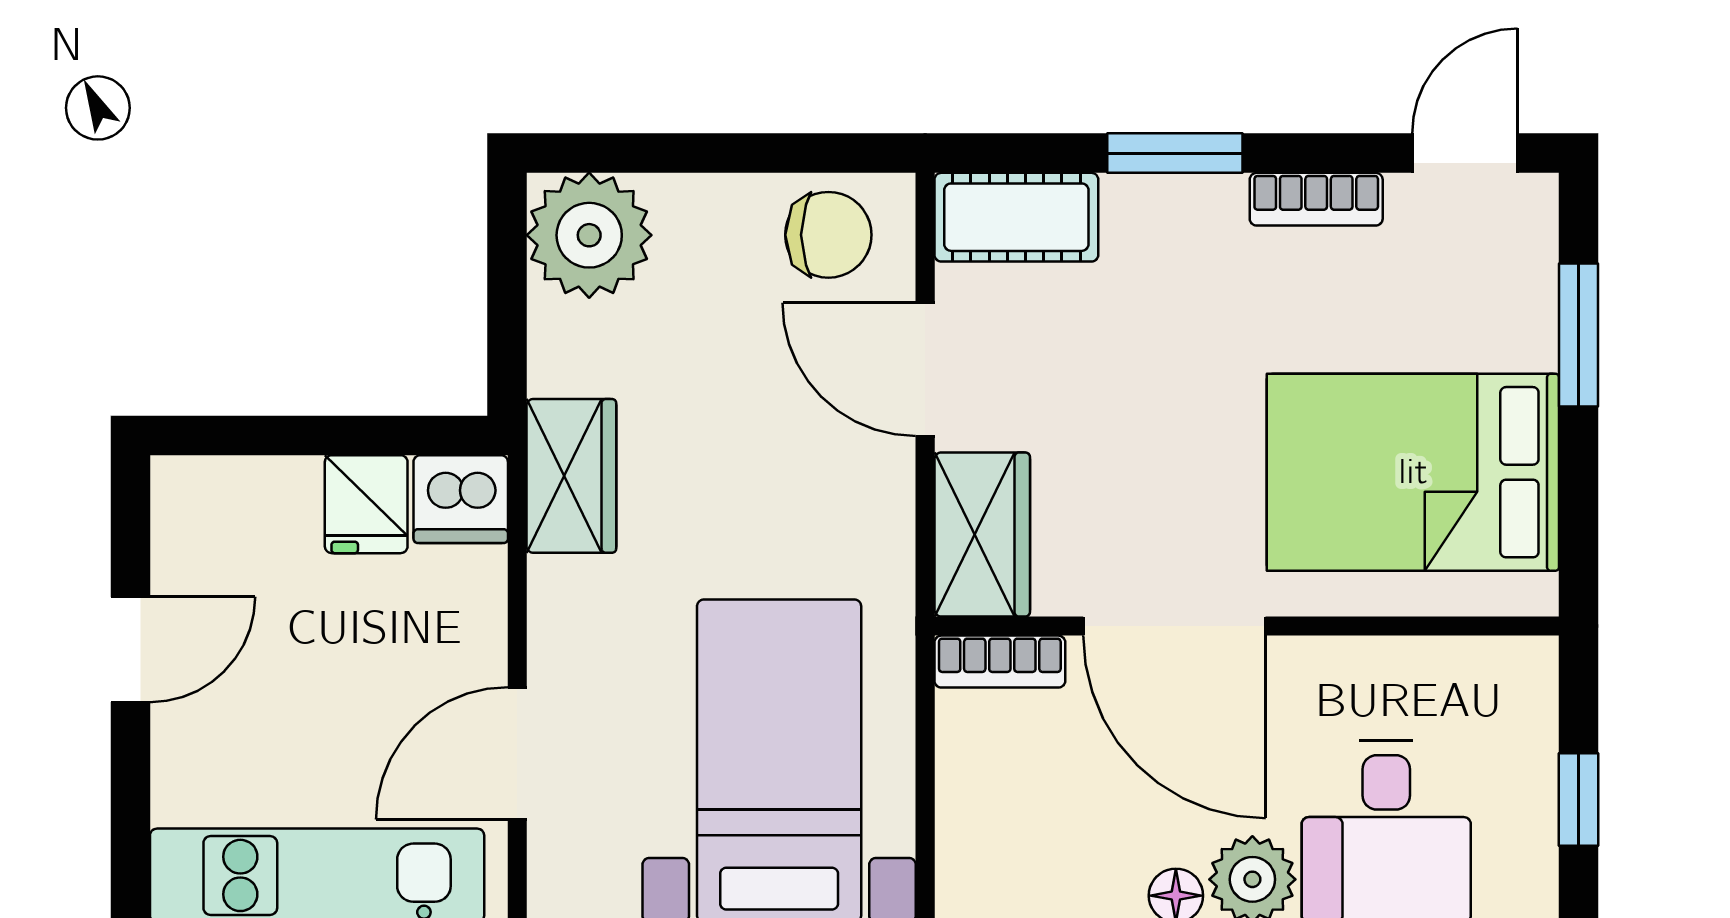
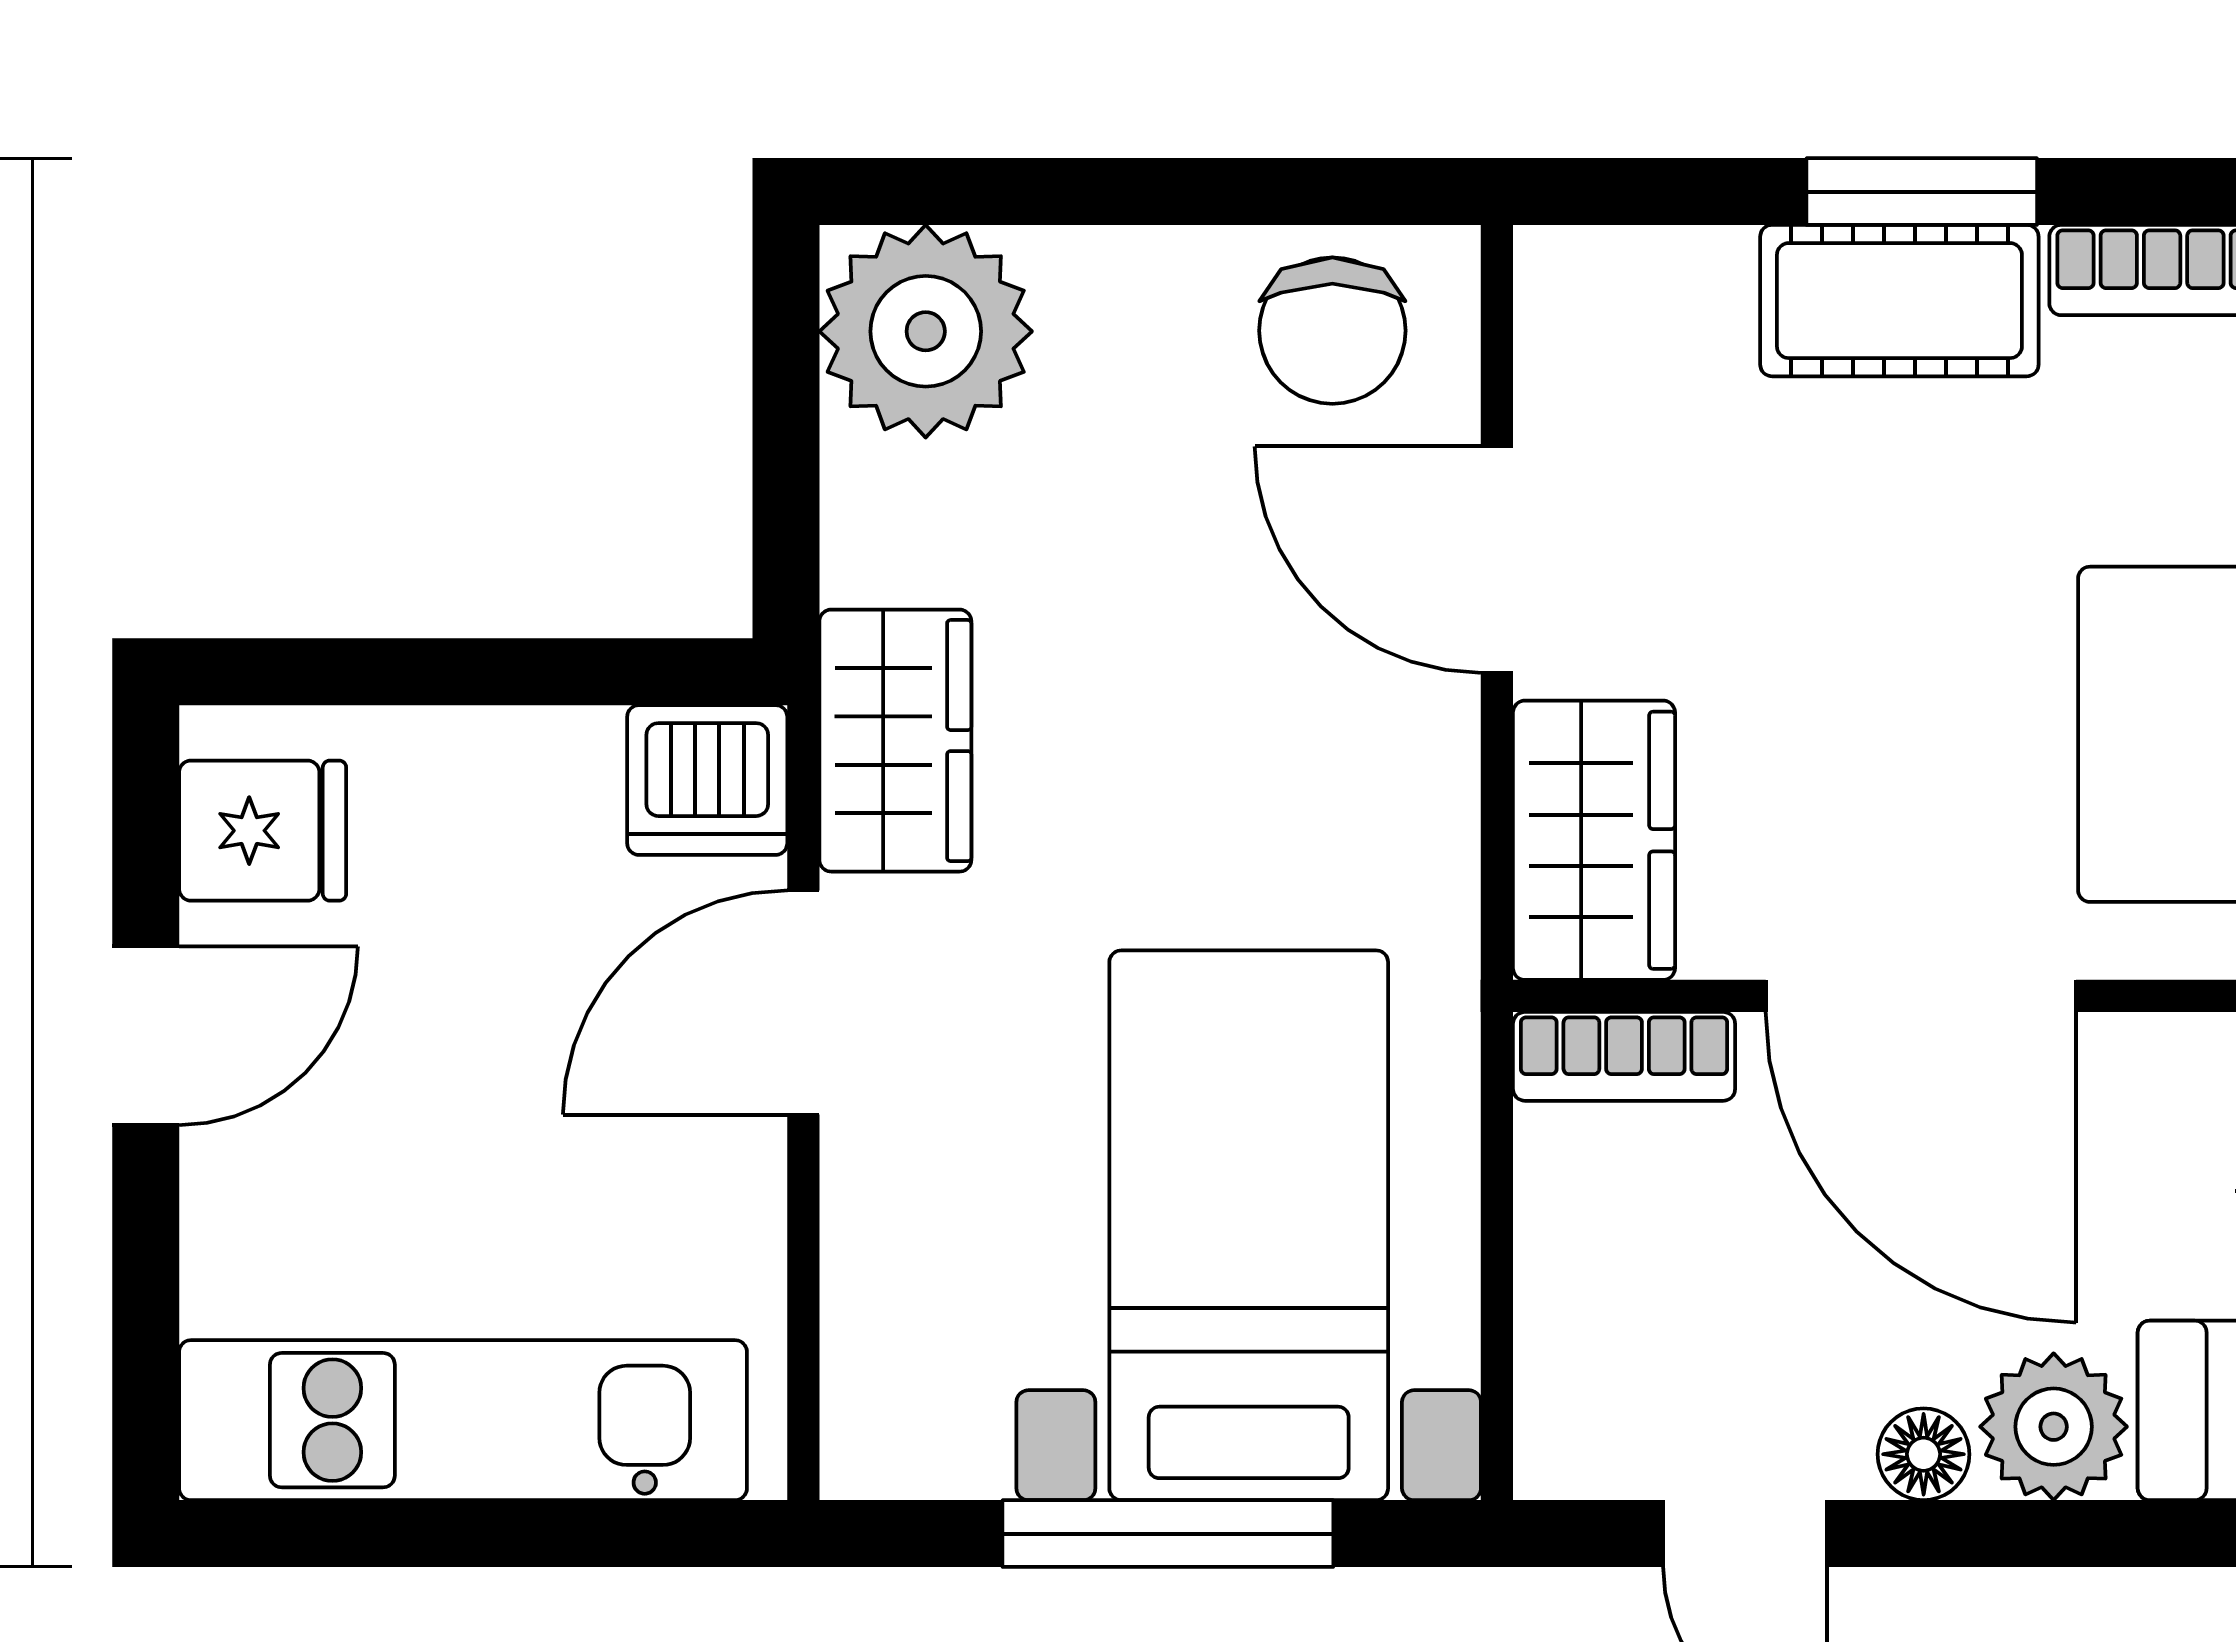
cot: (1016, 217) -> (1899, 301), moved
chair: (828, 235) -> (1332, 331), turned 90
fridge: (366, 504) -> (263, 831), moved, turned -90
door: (517, 753) -> (803, 1003), moved

